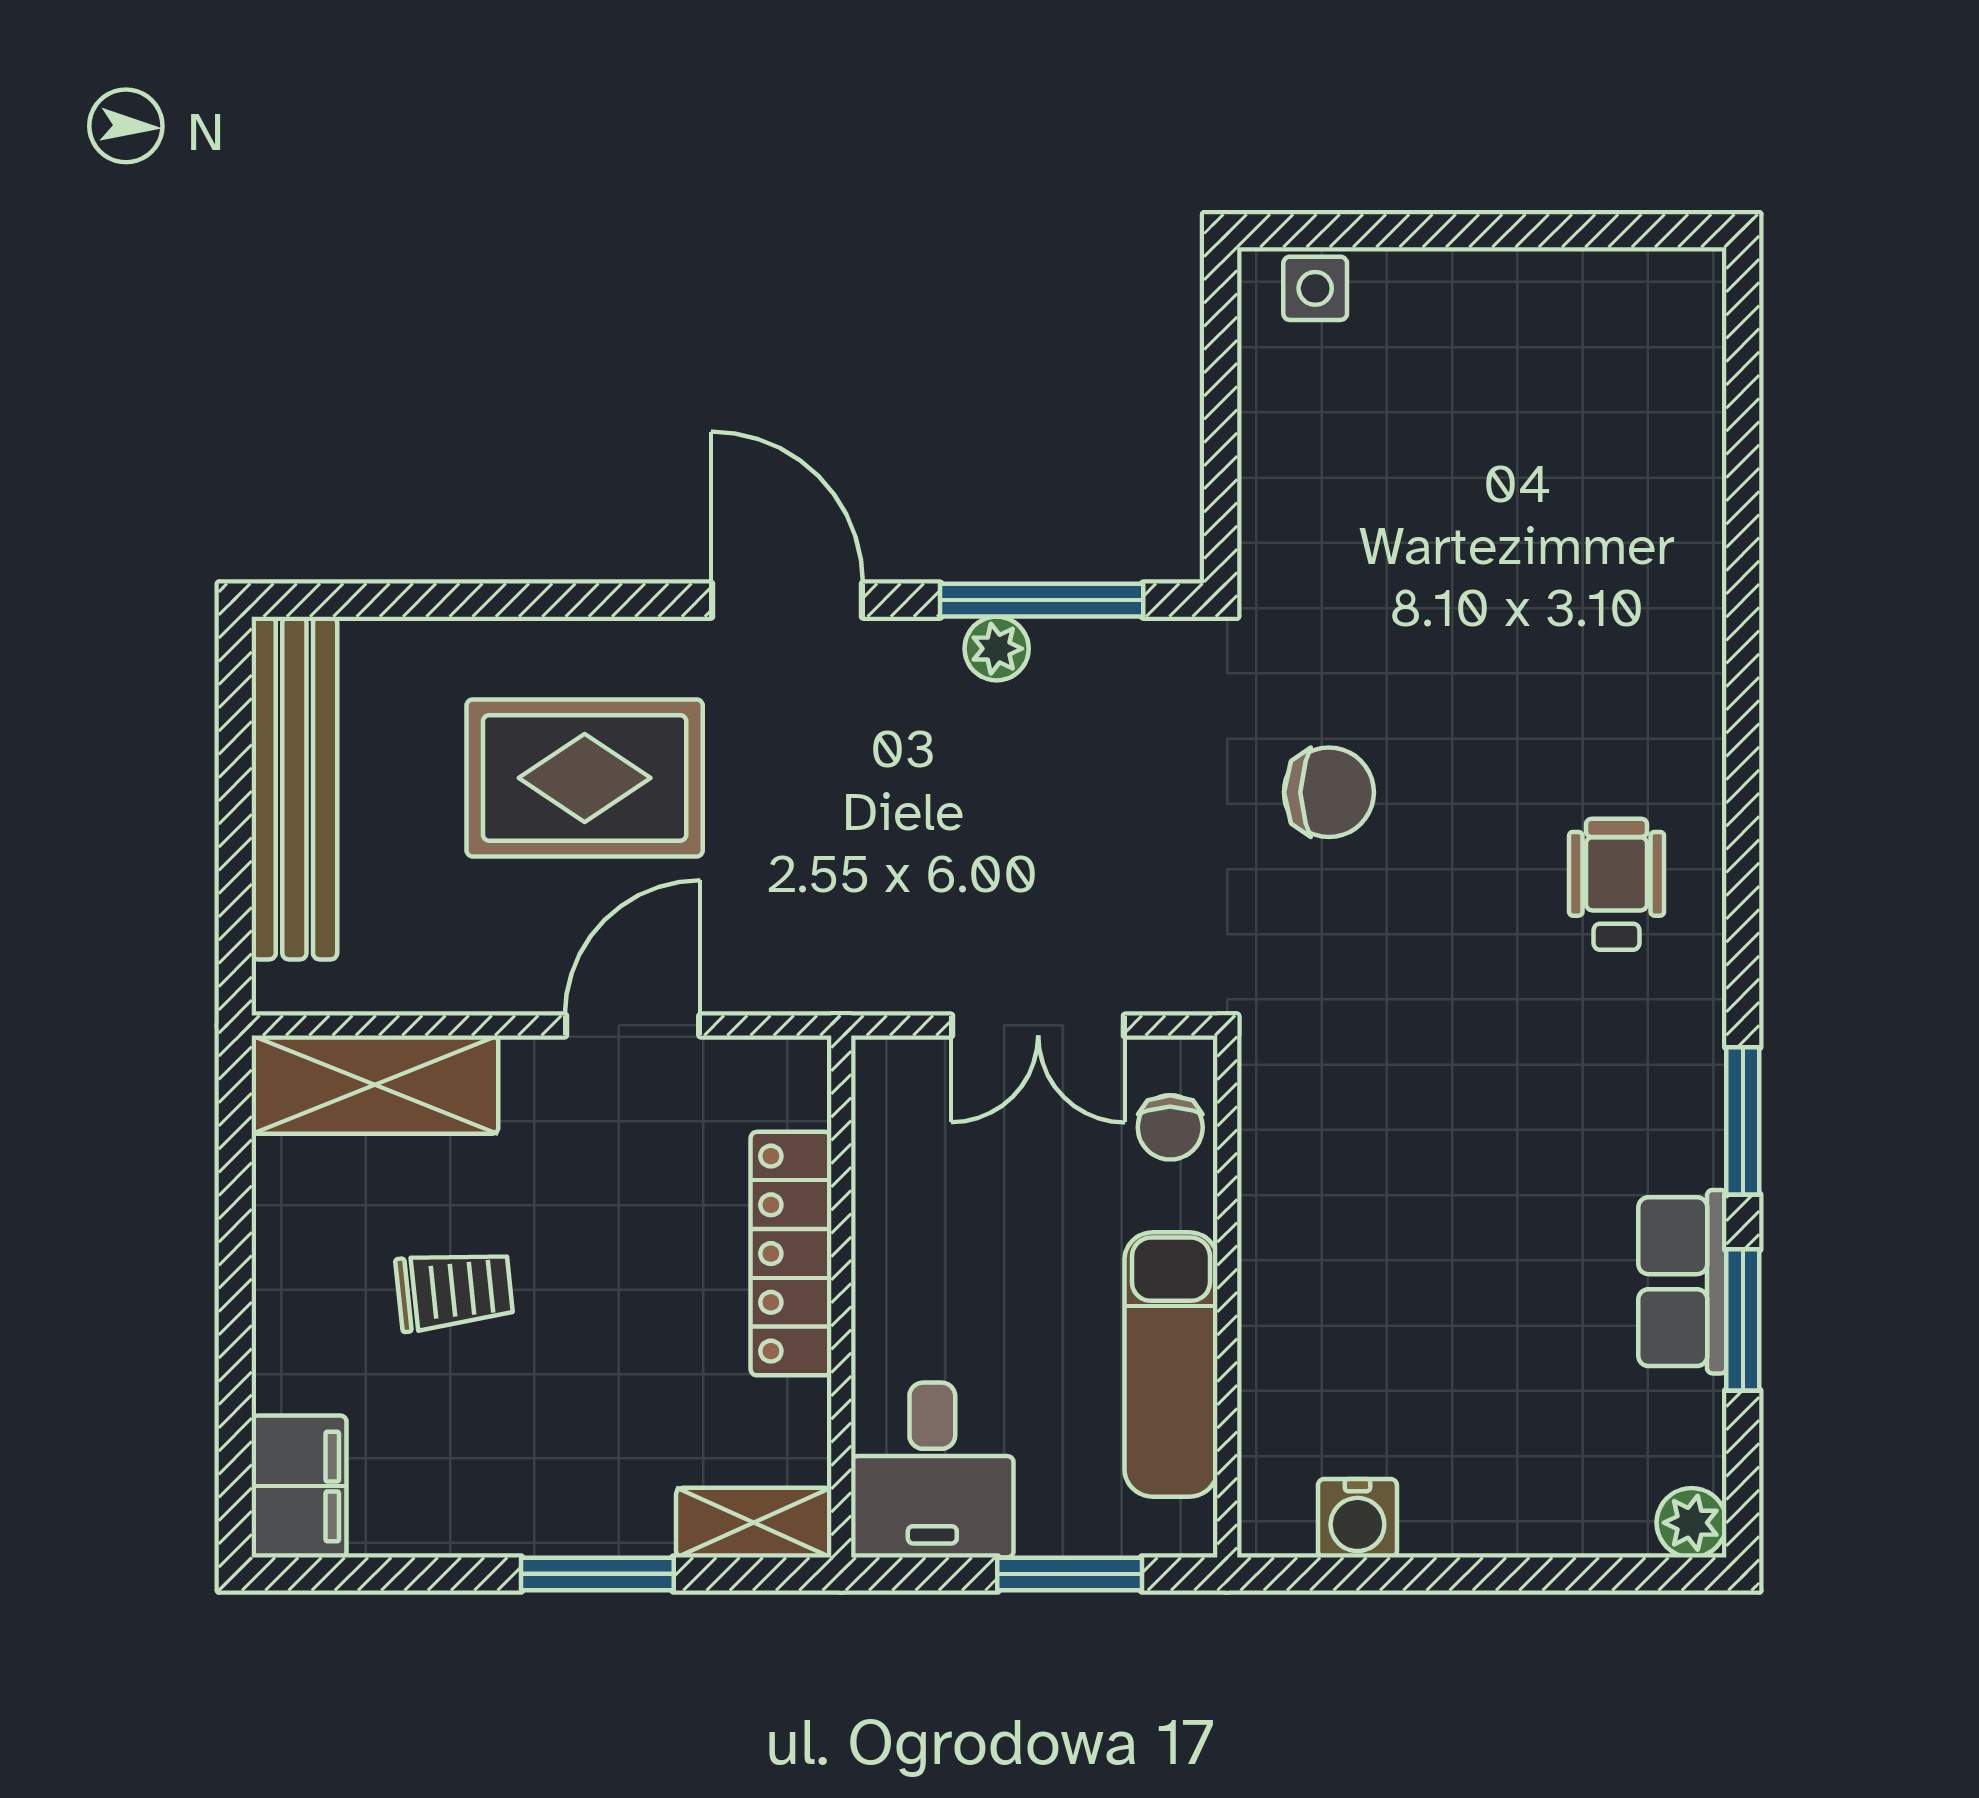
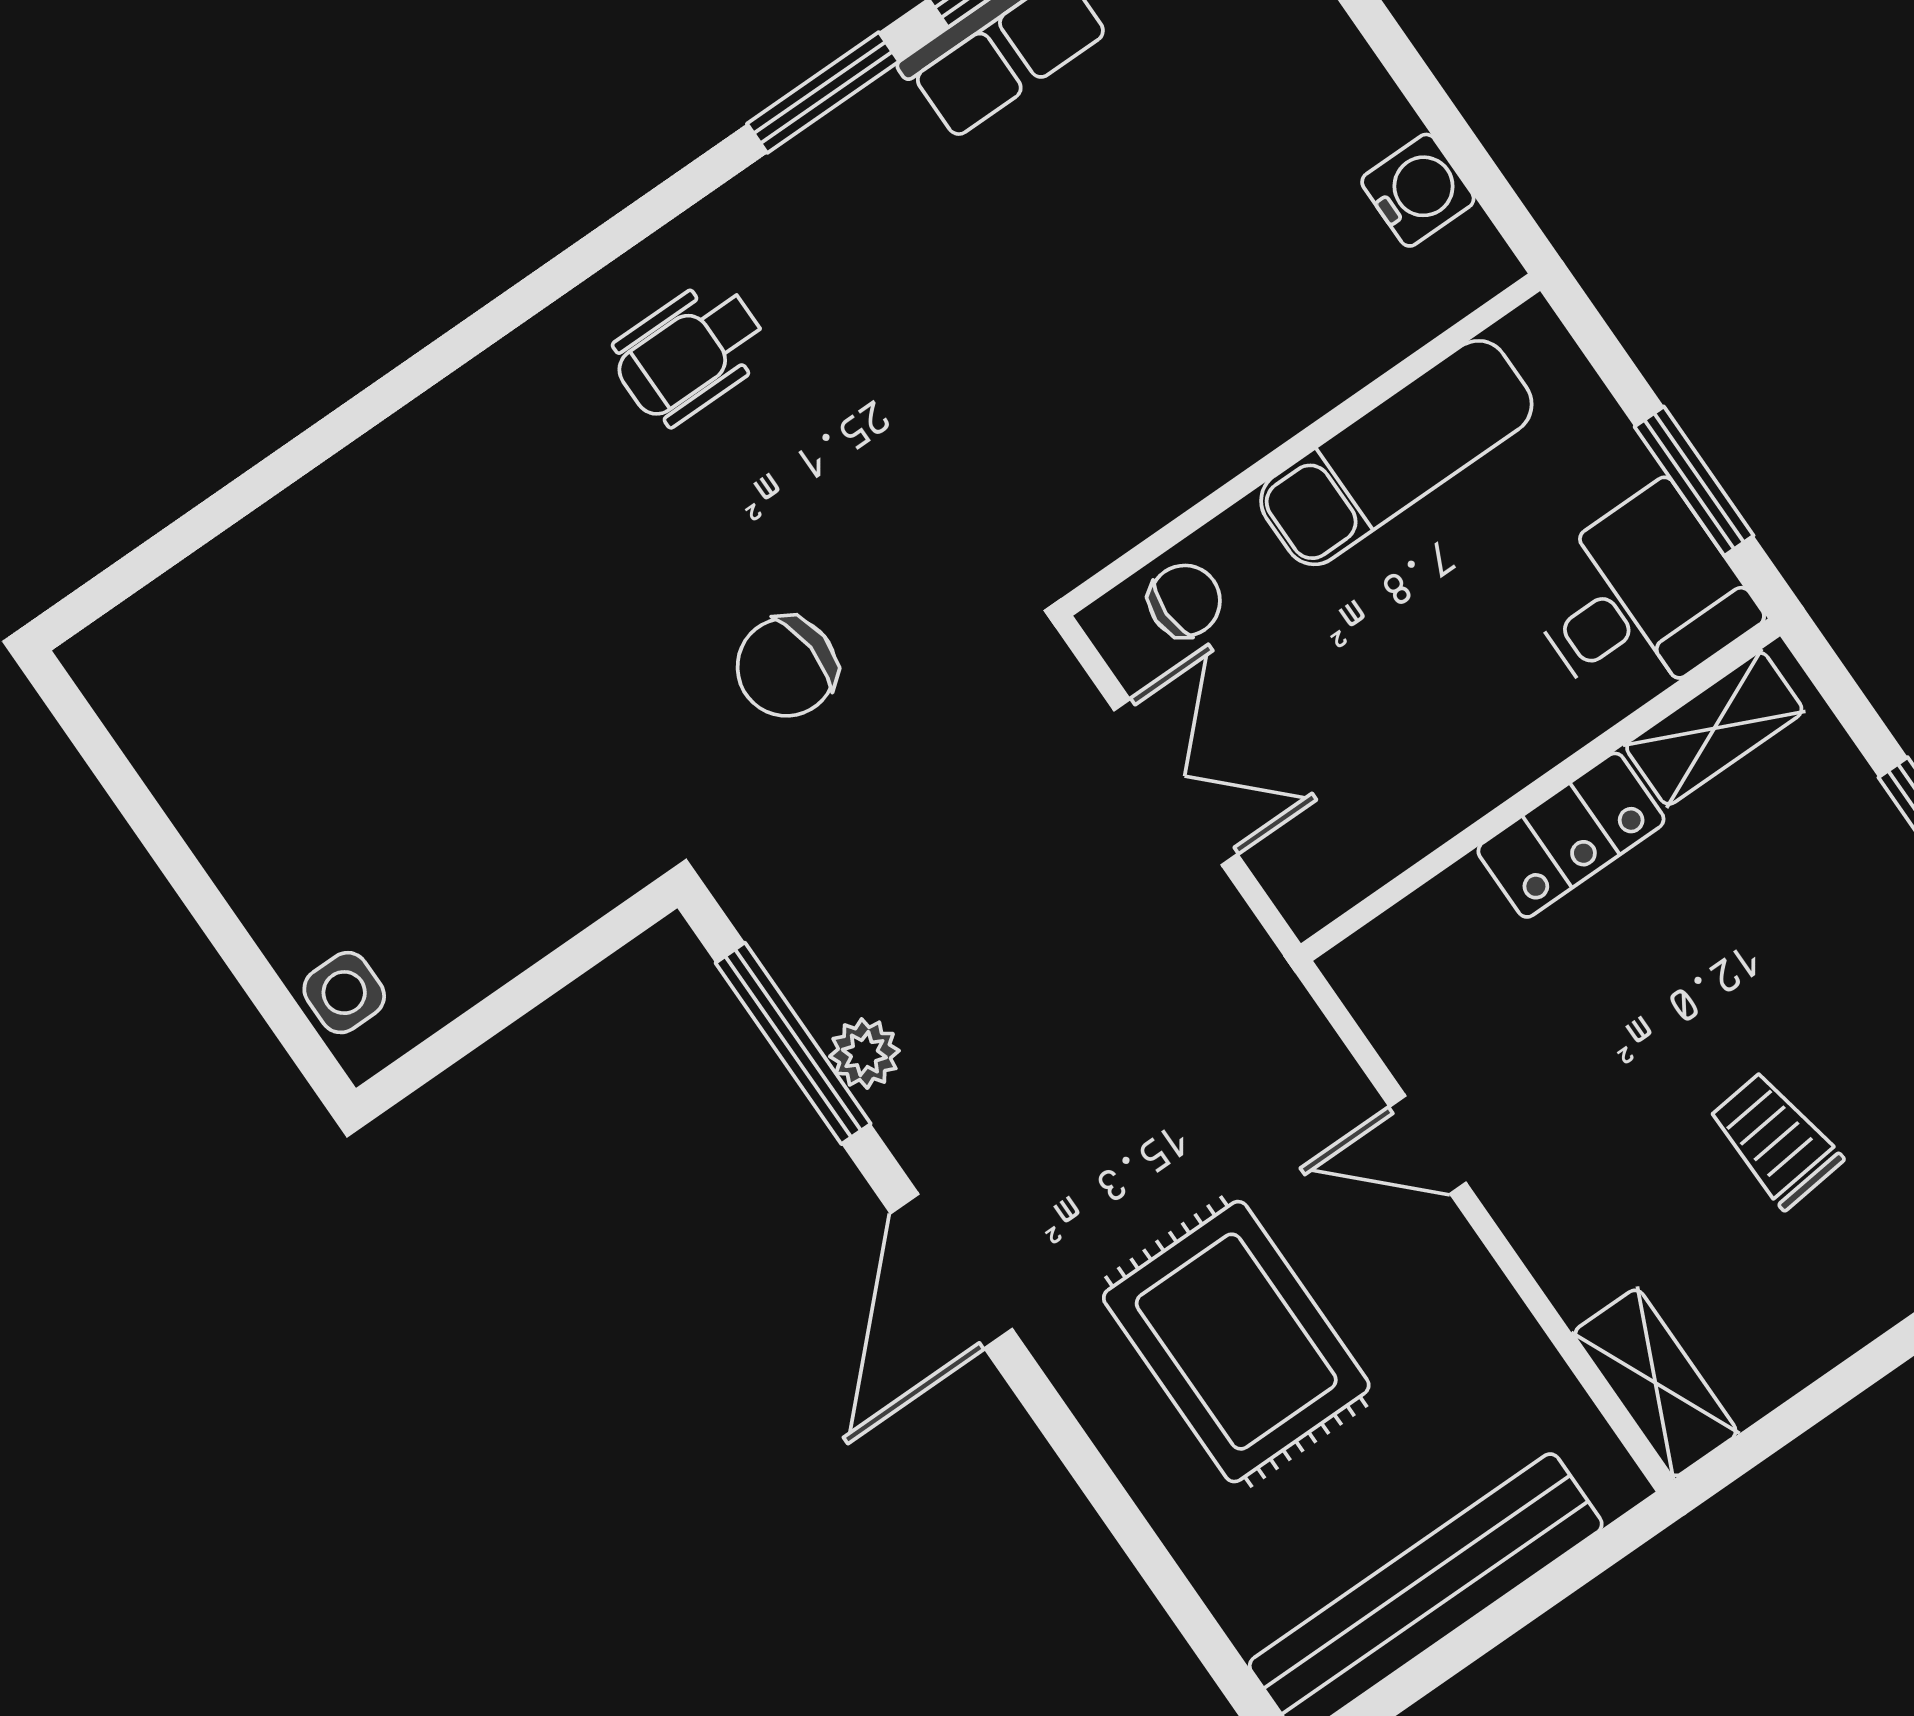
chair: (1329, 792) -> (786, 667), turned -94
door: (633, 1025) -> (1428, 1145), width x0.73
shelving: (375, 1085) -> (1655, 1383), width x0.67, depth x0.75
locker: (791, 1254) -> (1571, 835), width x0.66
shelving: (754, 1523) -> (1714, 728), moved, turned 90
window: (1070, 1574) -> (1694, 481), moved

